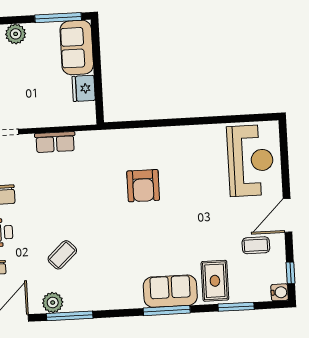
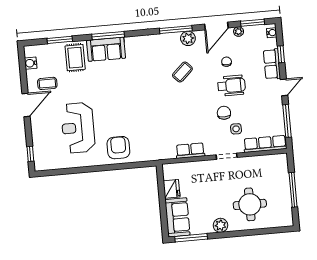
reception desk: (250, 161) -> (78, 128), moved
armchair: (143, 186) -> (118, 148), moved
window: (291, 273) -> (30, 154), moved
water cooler: (280, 292) -> (31, 63), moved

